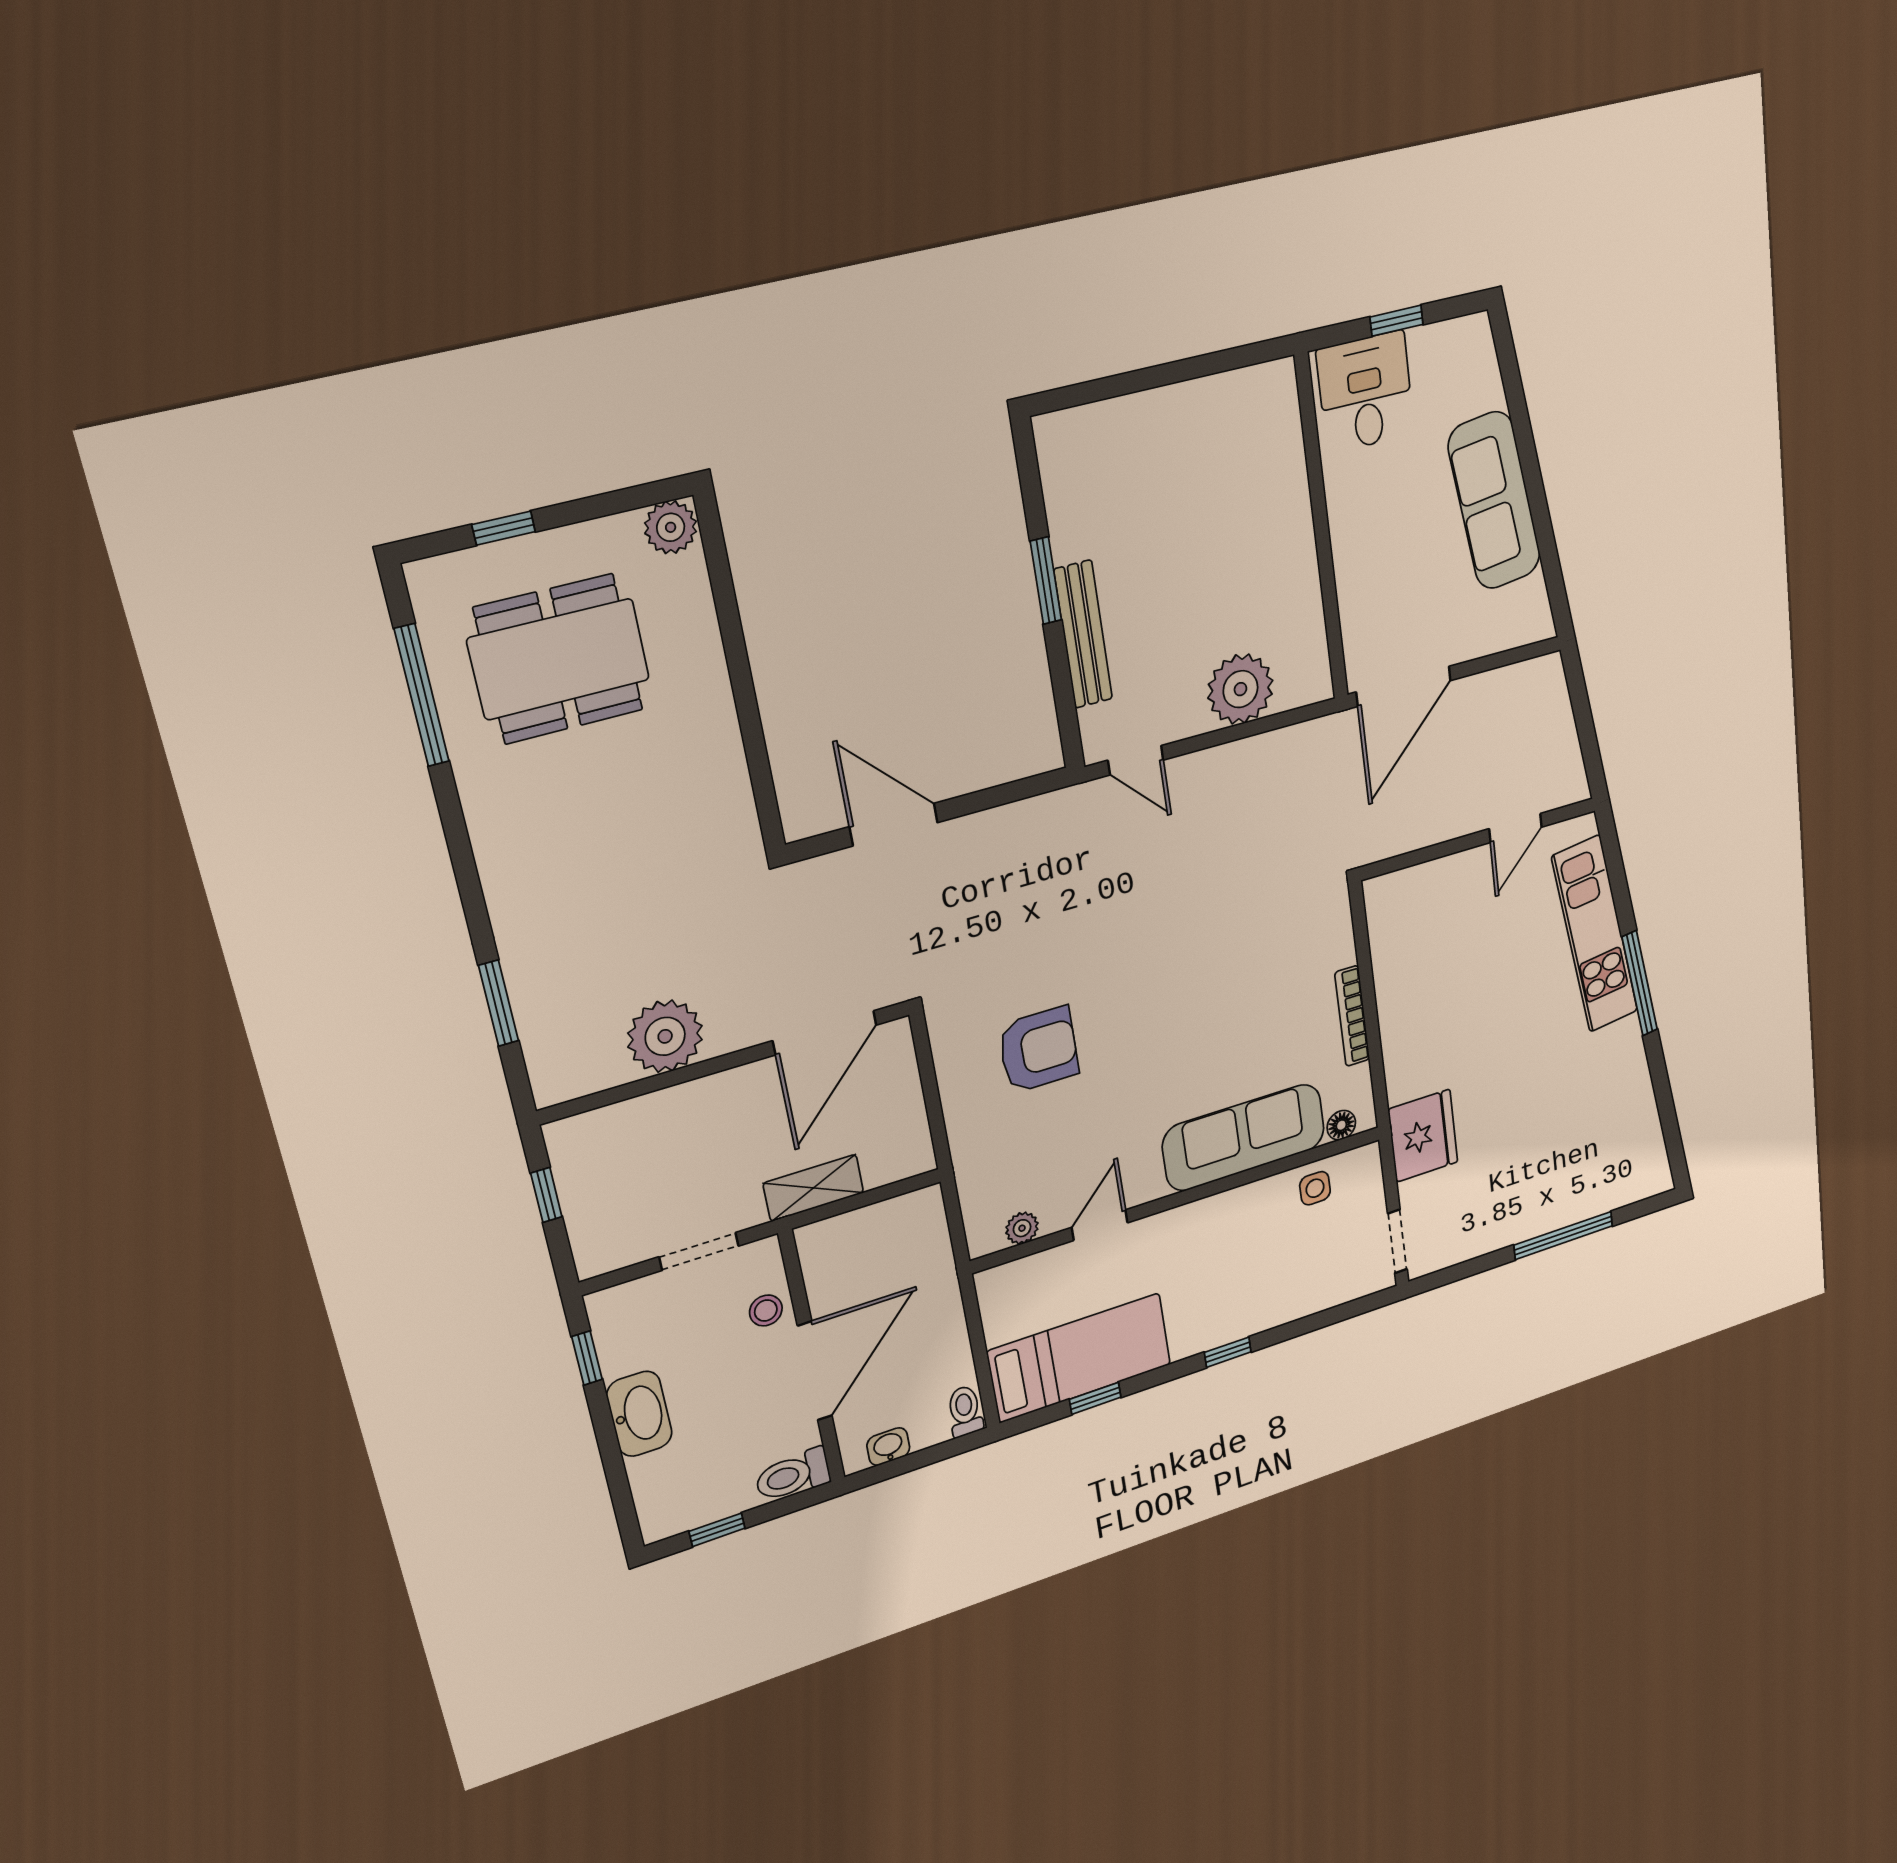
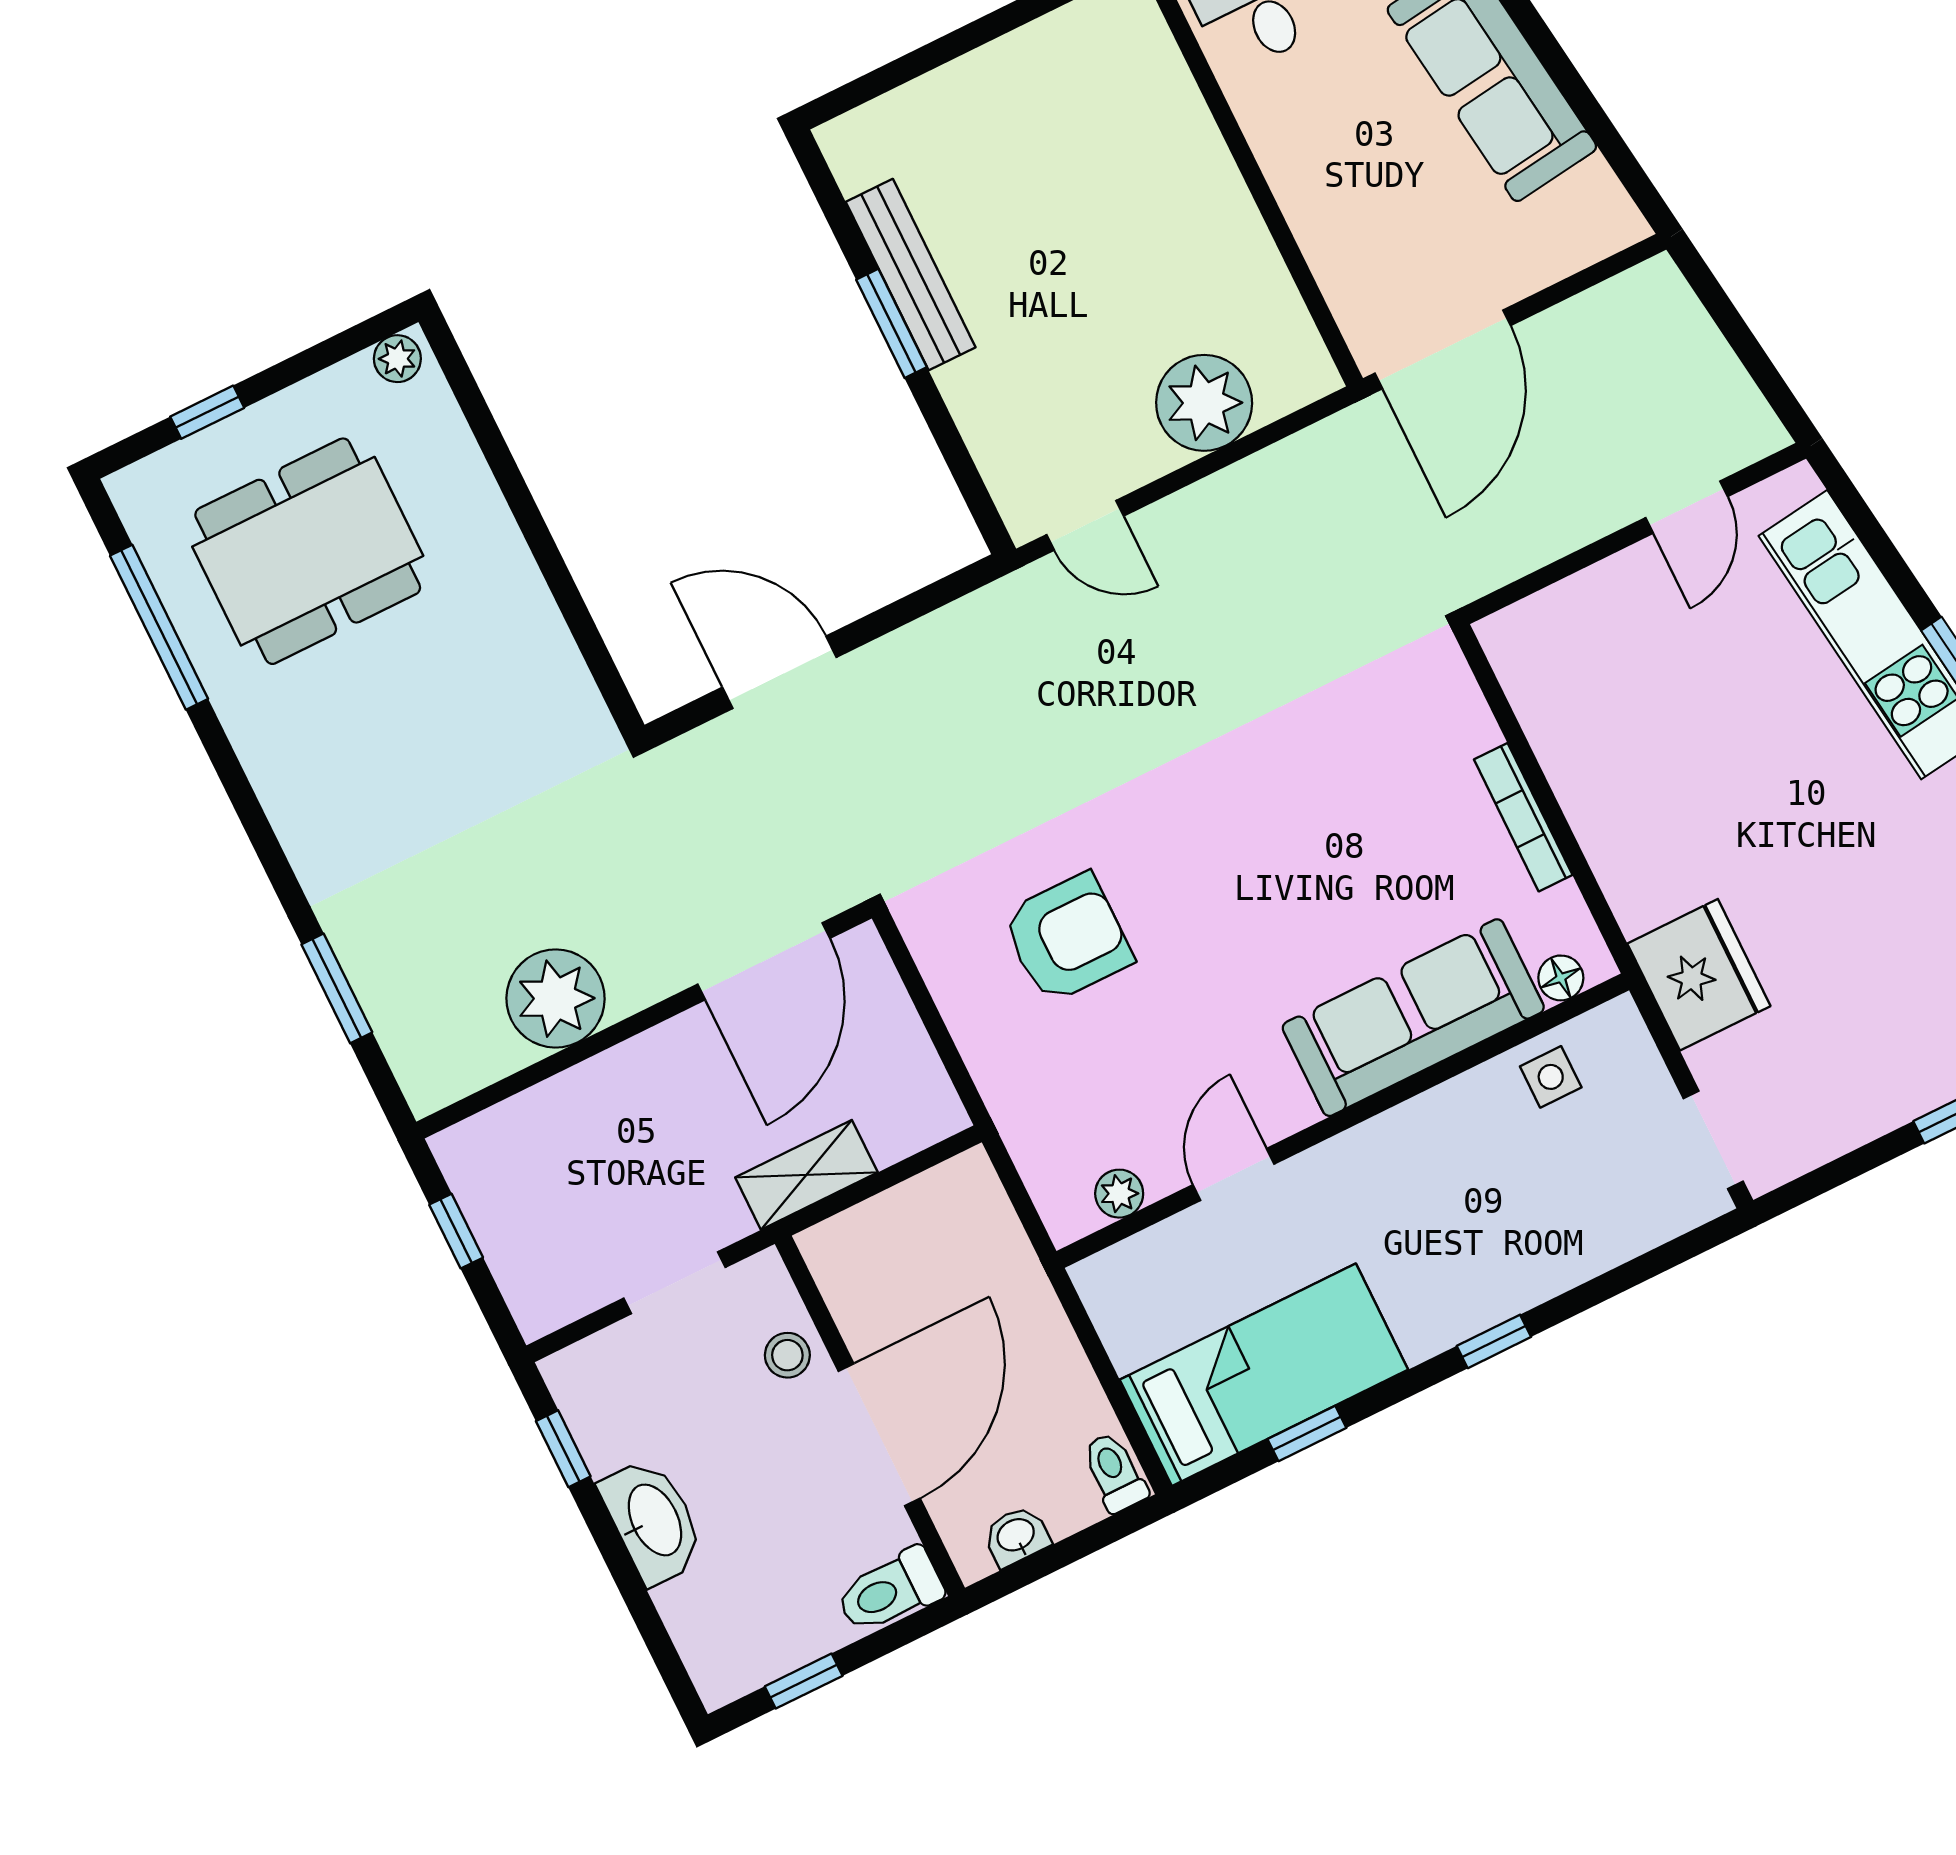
plant: (671, 527) -> (397, 359), width x0.73, depth x0.73
bench: (1083, 634) -> (911, 275), moved

